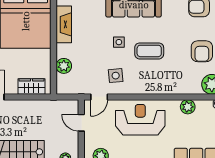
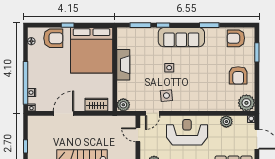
fireplace: (64, 24) -> (123, 65), moved
coffee table: (149, 51) -> (194, 75), removed
plant: (64, 66) -> (123, 105), moved

